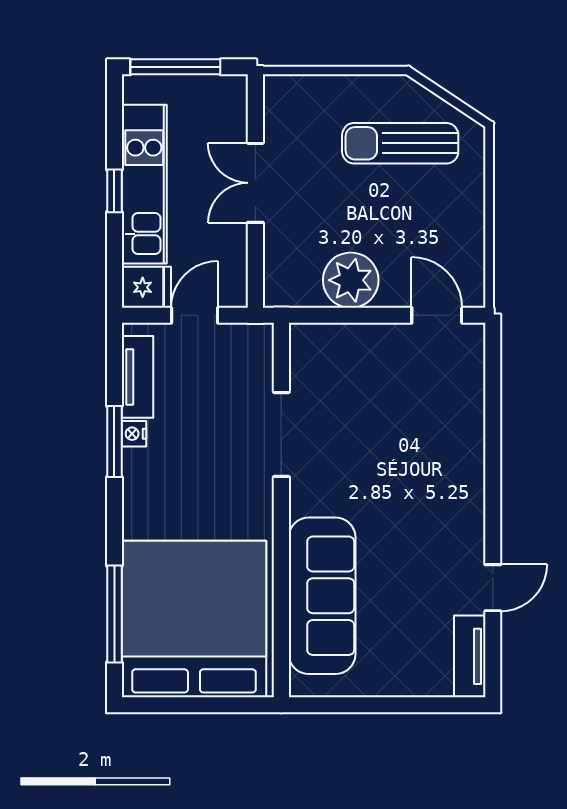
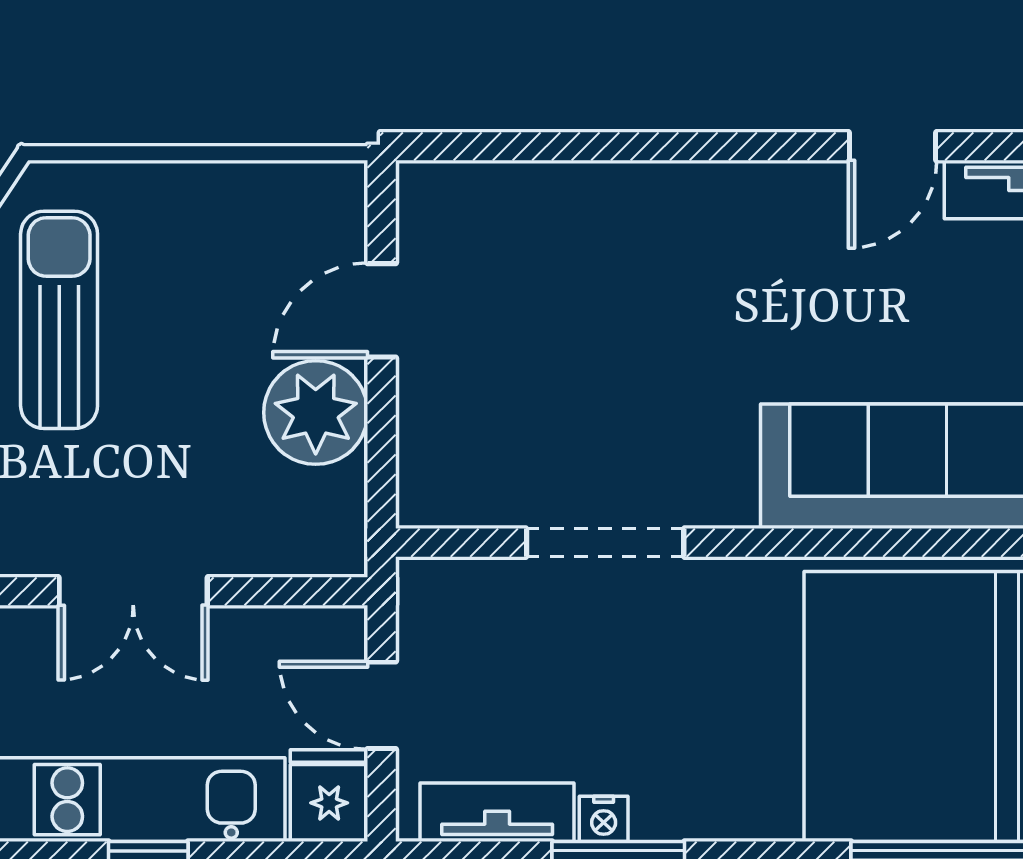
sun lounger: (400, 143) -> (59, 320), turned 180
door: (437, 315) -> (382, 310), moved
door: (493, 588) -> (892, 146), swing flipped

